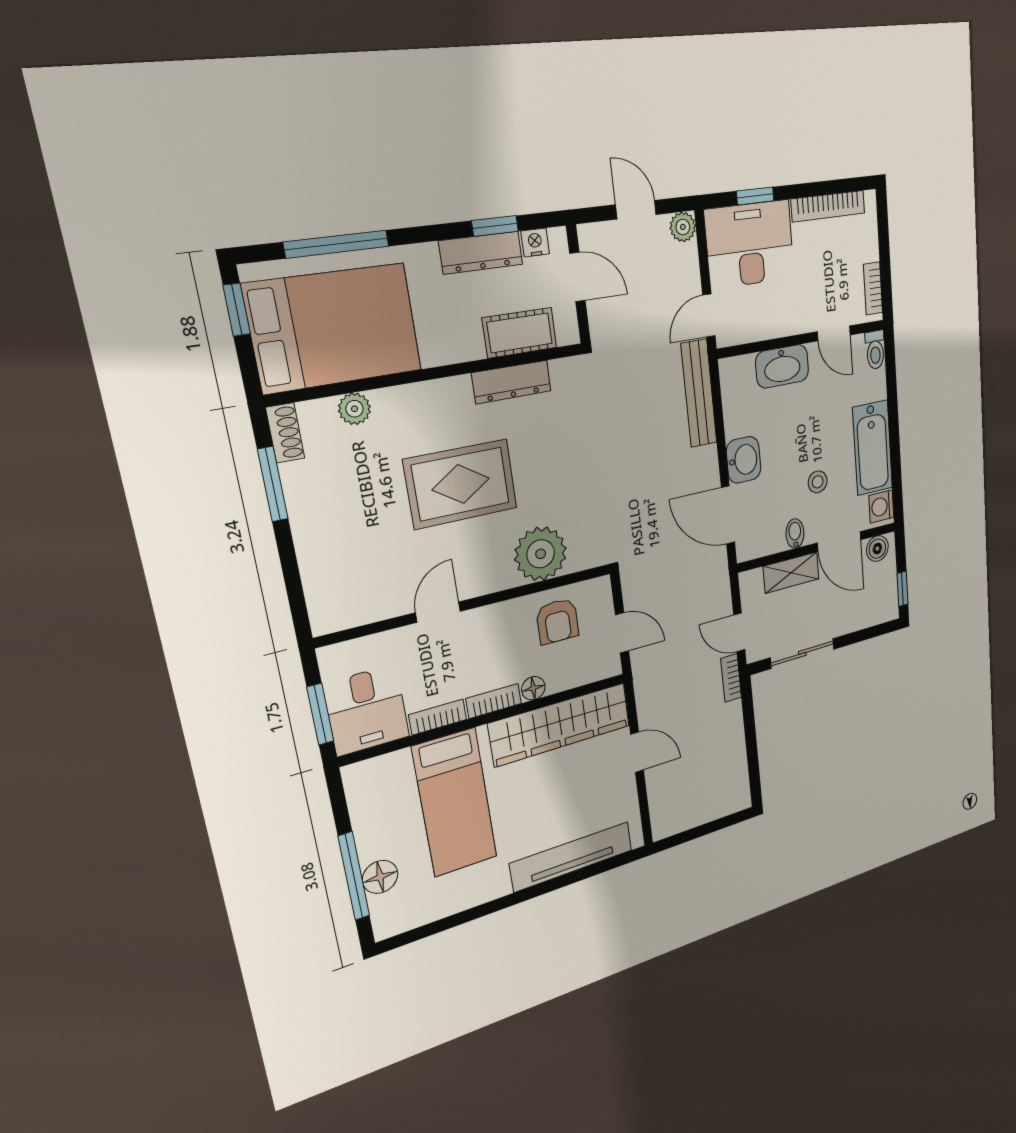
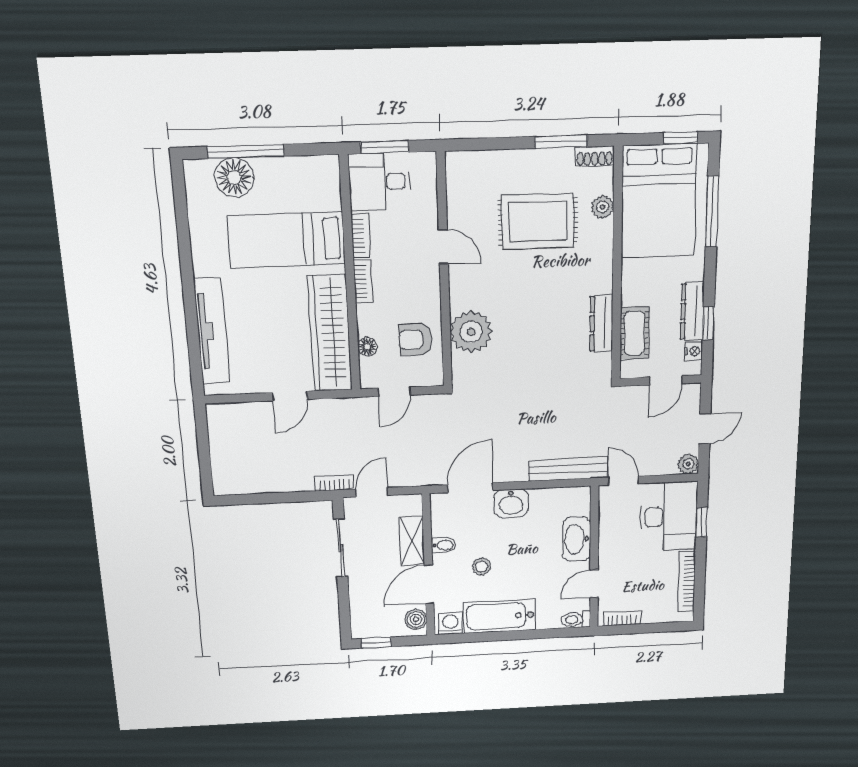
rug: (461, 484) -> (538, 221), moved, turned 90
floor lamp: (533, 688) -> (367, 347), moved
floor lamp: (380, 877) -> (234, 177), width x1.38, depth x1.38

